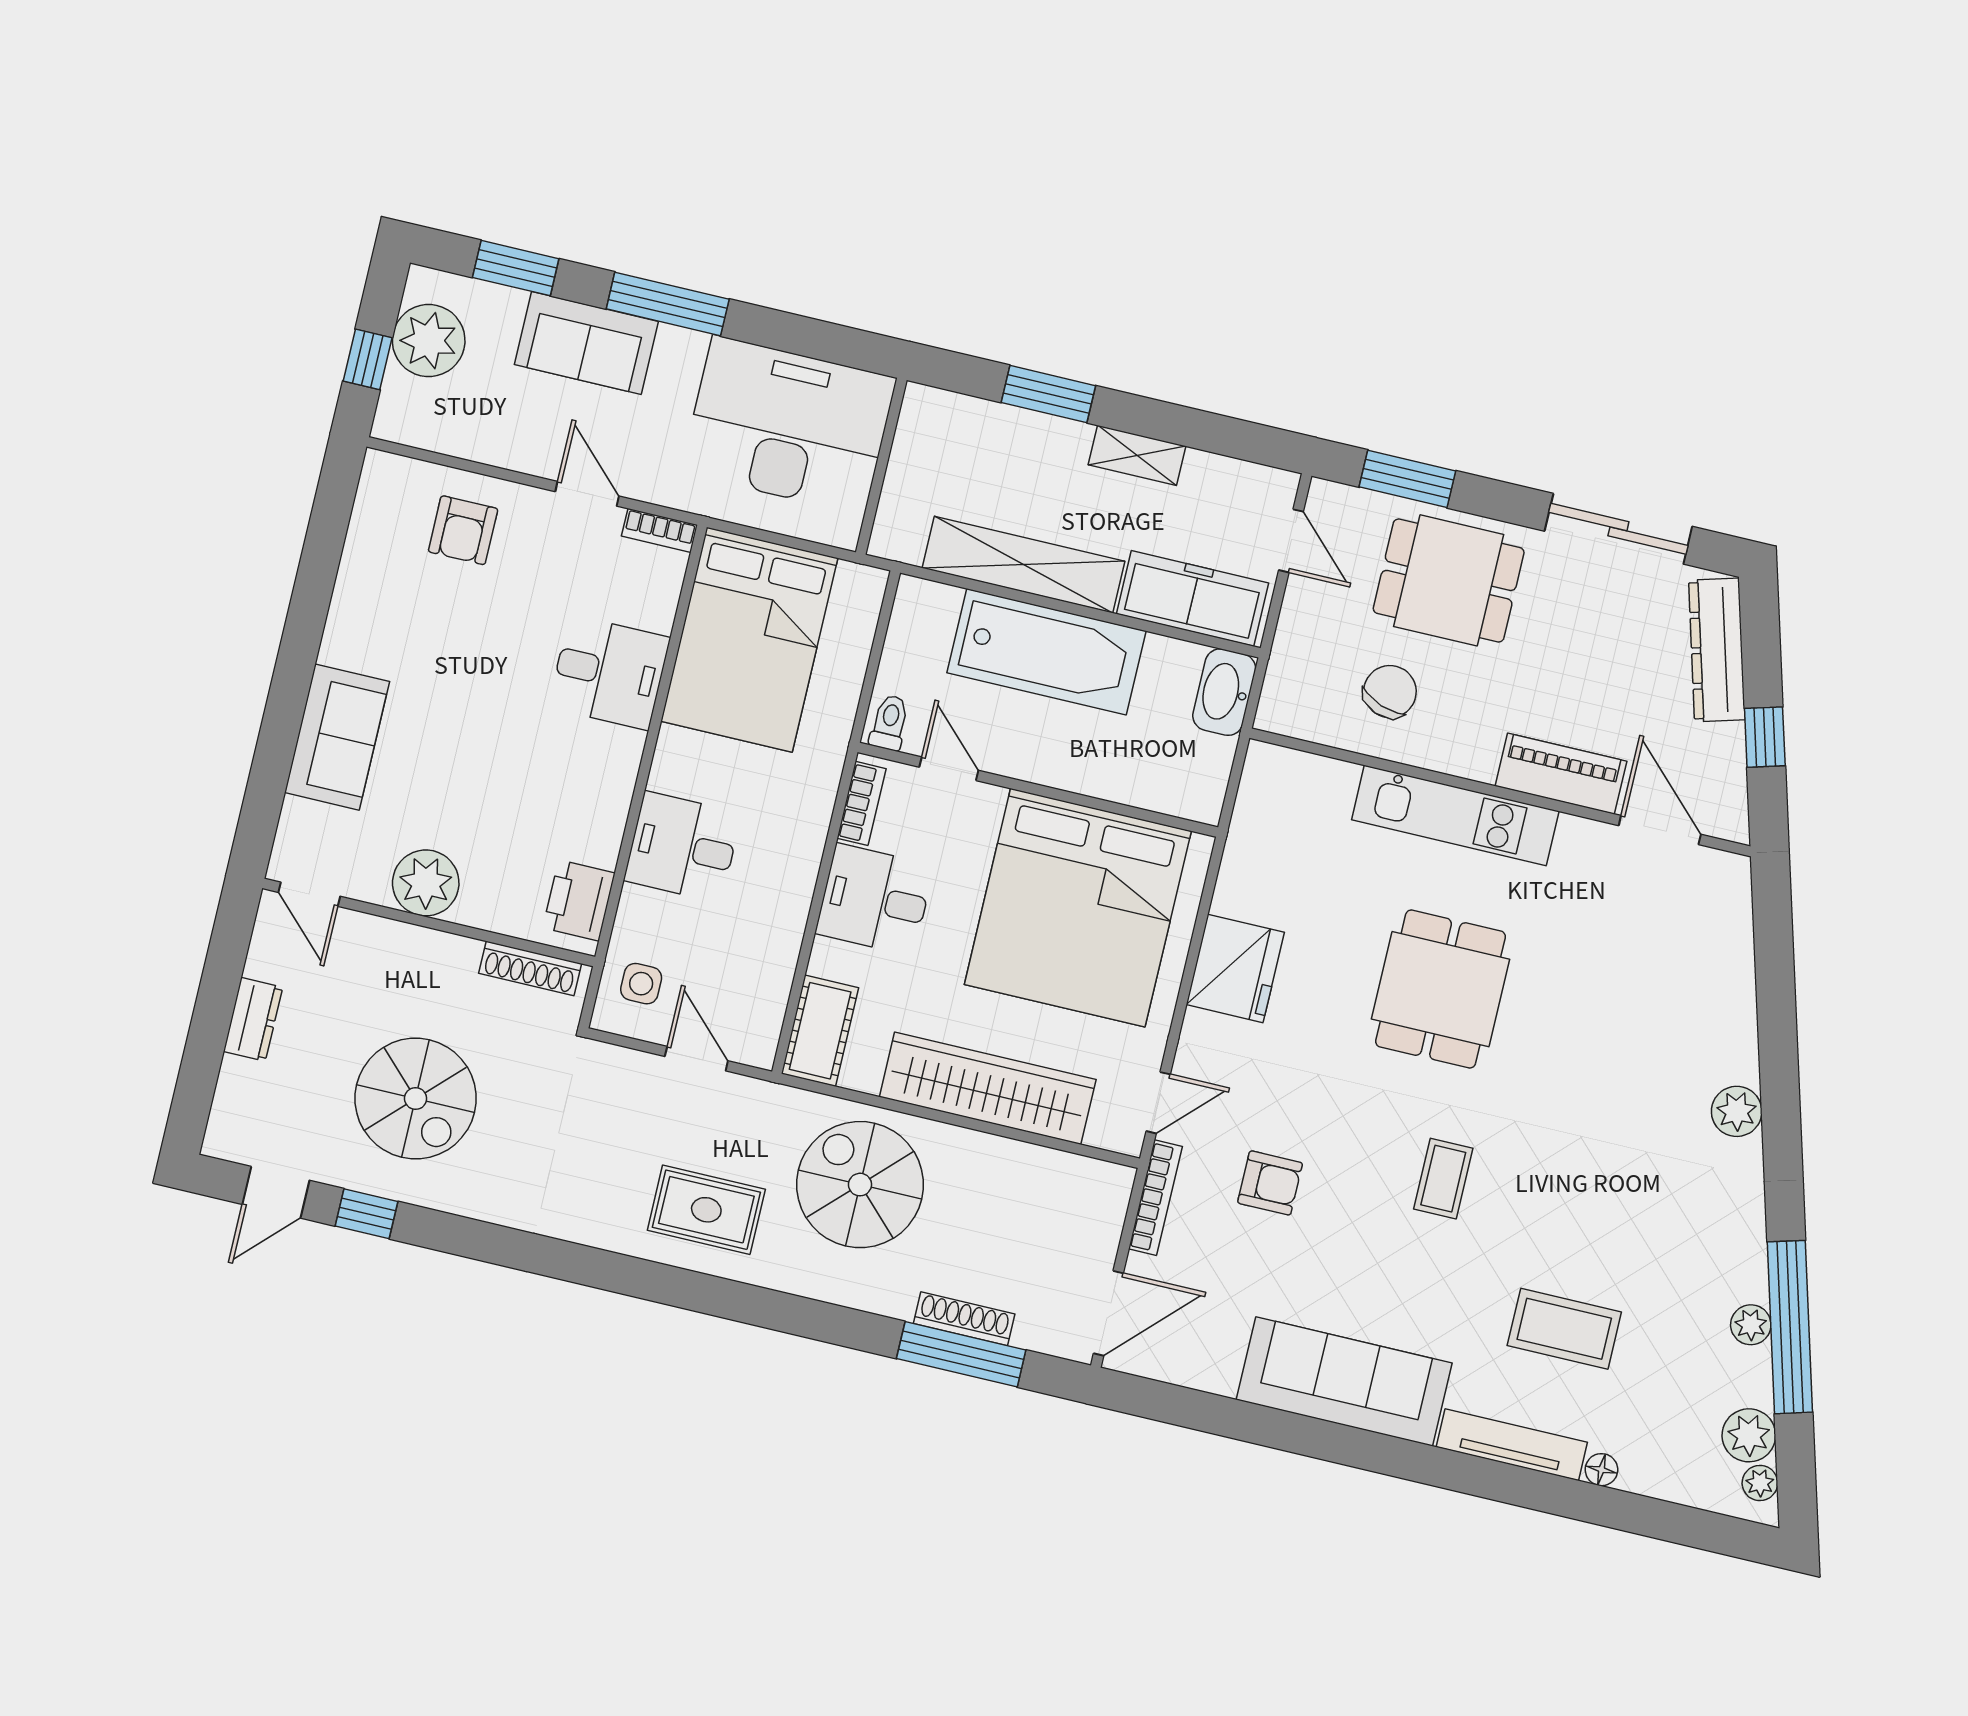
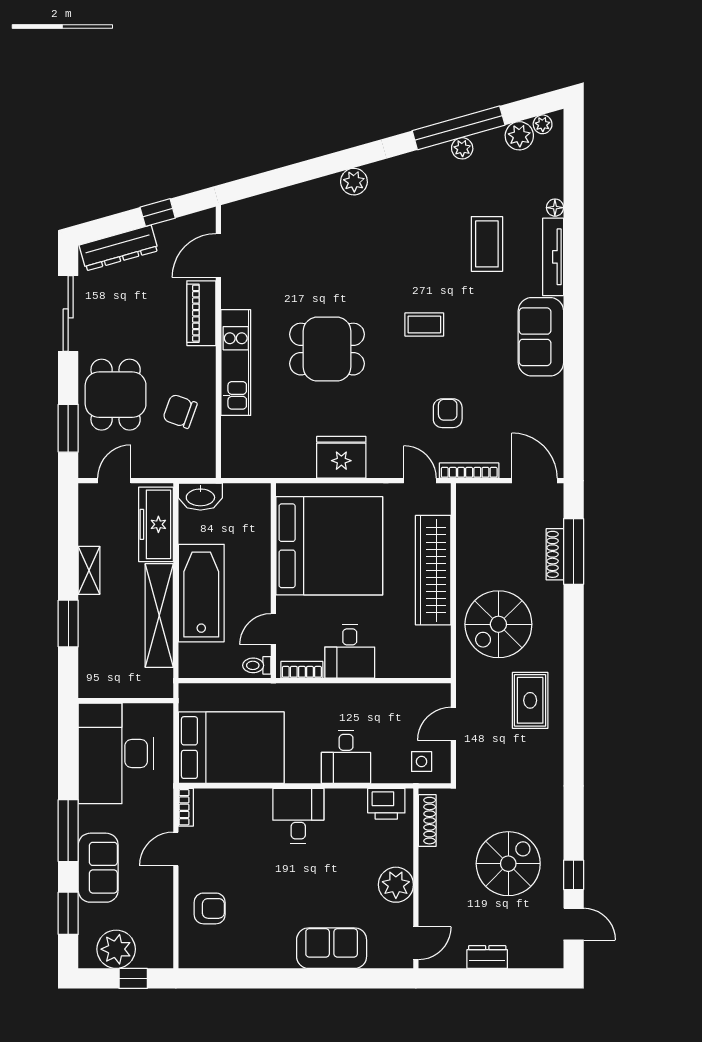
desk: (609, 672) -> (298, 816), moved
cot: (820, 1031) -> (424, 664), removed
sofa: (1344, 1381) -> (541, 337), width x0.73

